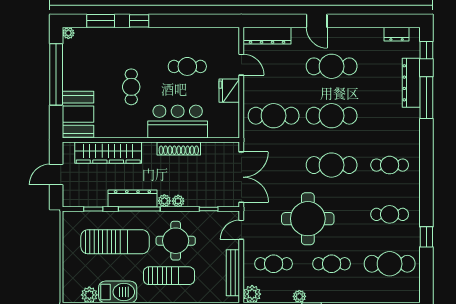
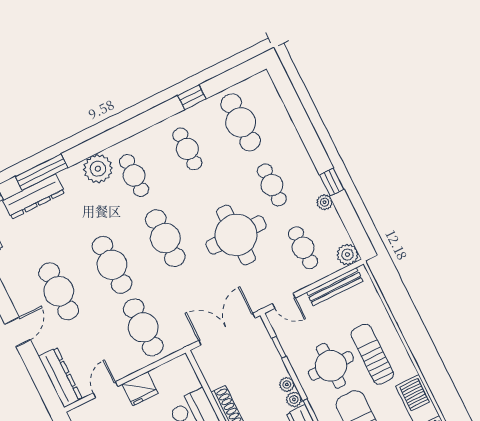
plant: (408, 141) -> (98, 169), added

